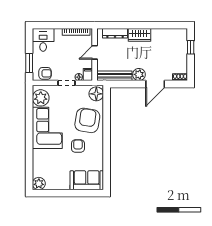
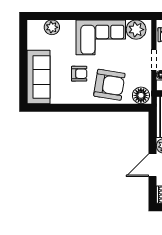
door: (155, 84) -> (153, 165), hinge flipped
sofa: (87, 180) -> (39, 77), width x1.36
plant: (39, 184) -> (52, 27), moved

